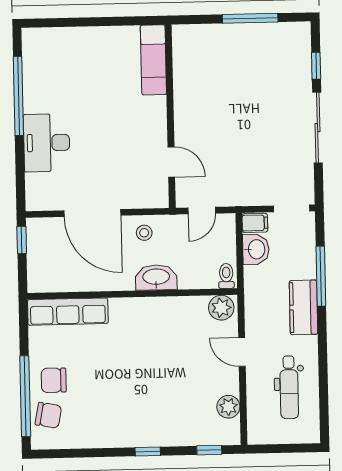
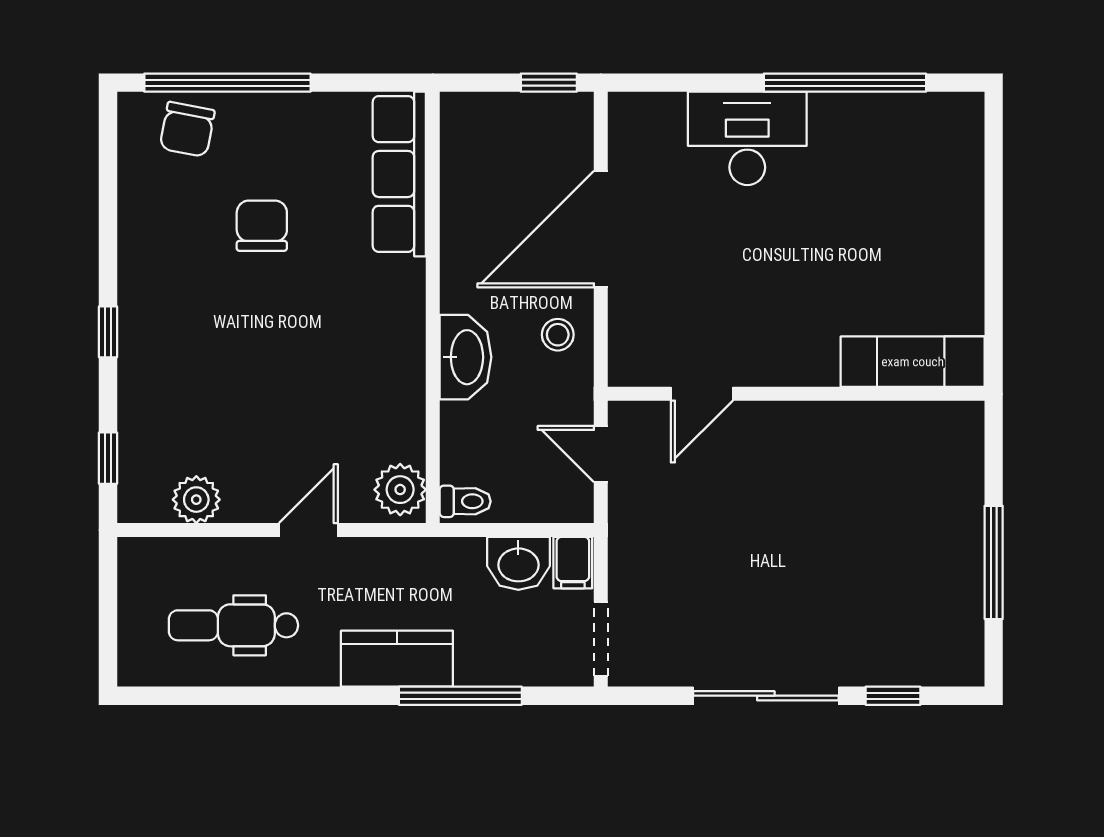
chair: (54, 380) -> (262, 226), moved

